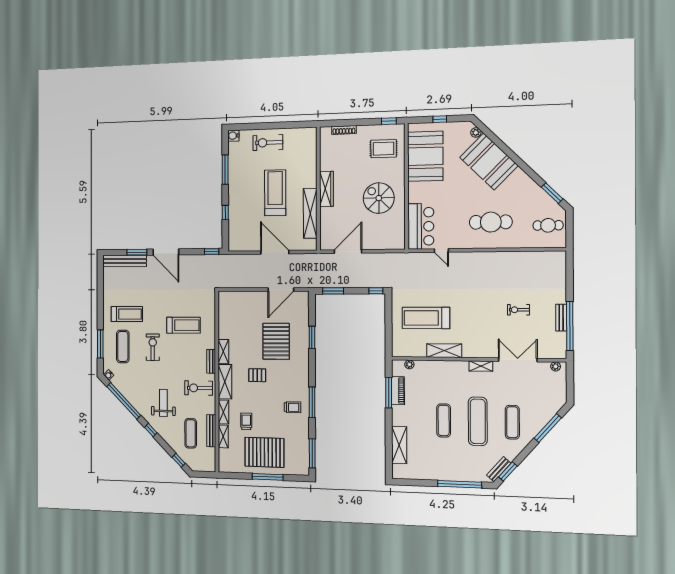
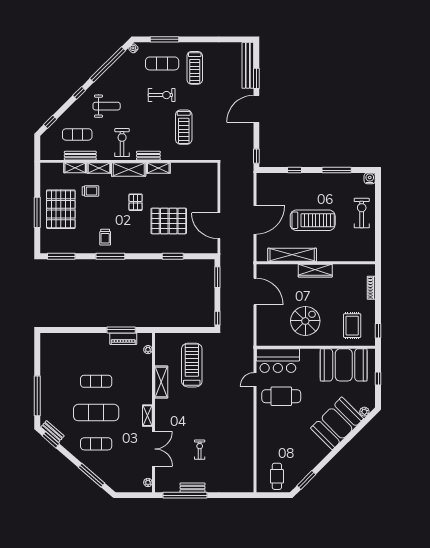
cafe table: (491, 222) -> (281, 396), moved, turned 90
shelving: (399, 445) -> (72, 340), removed

